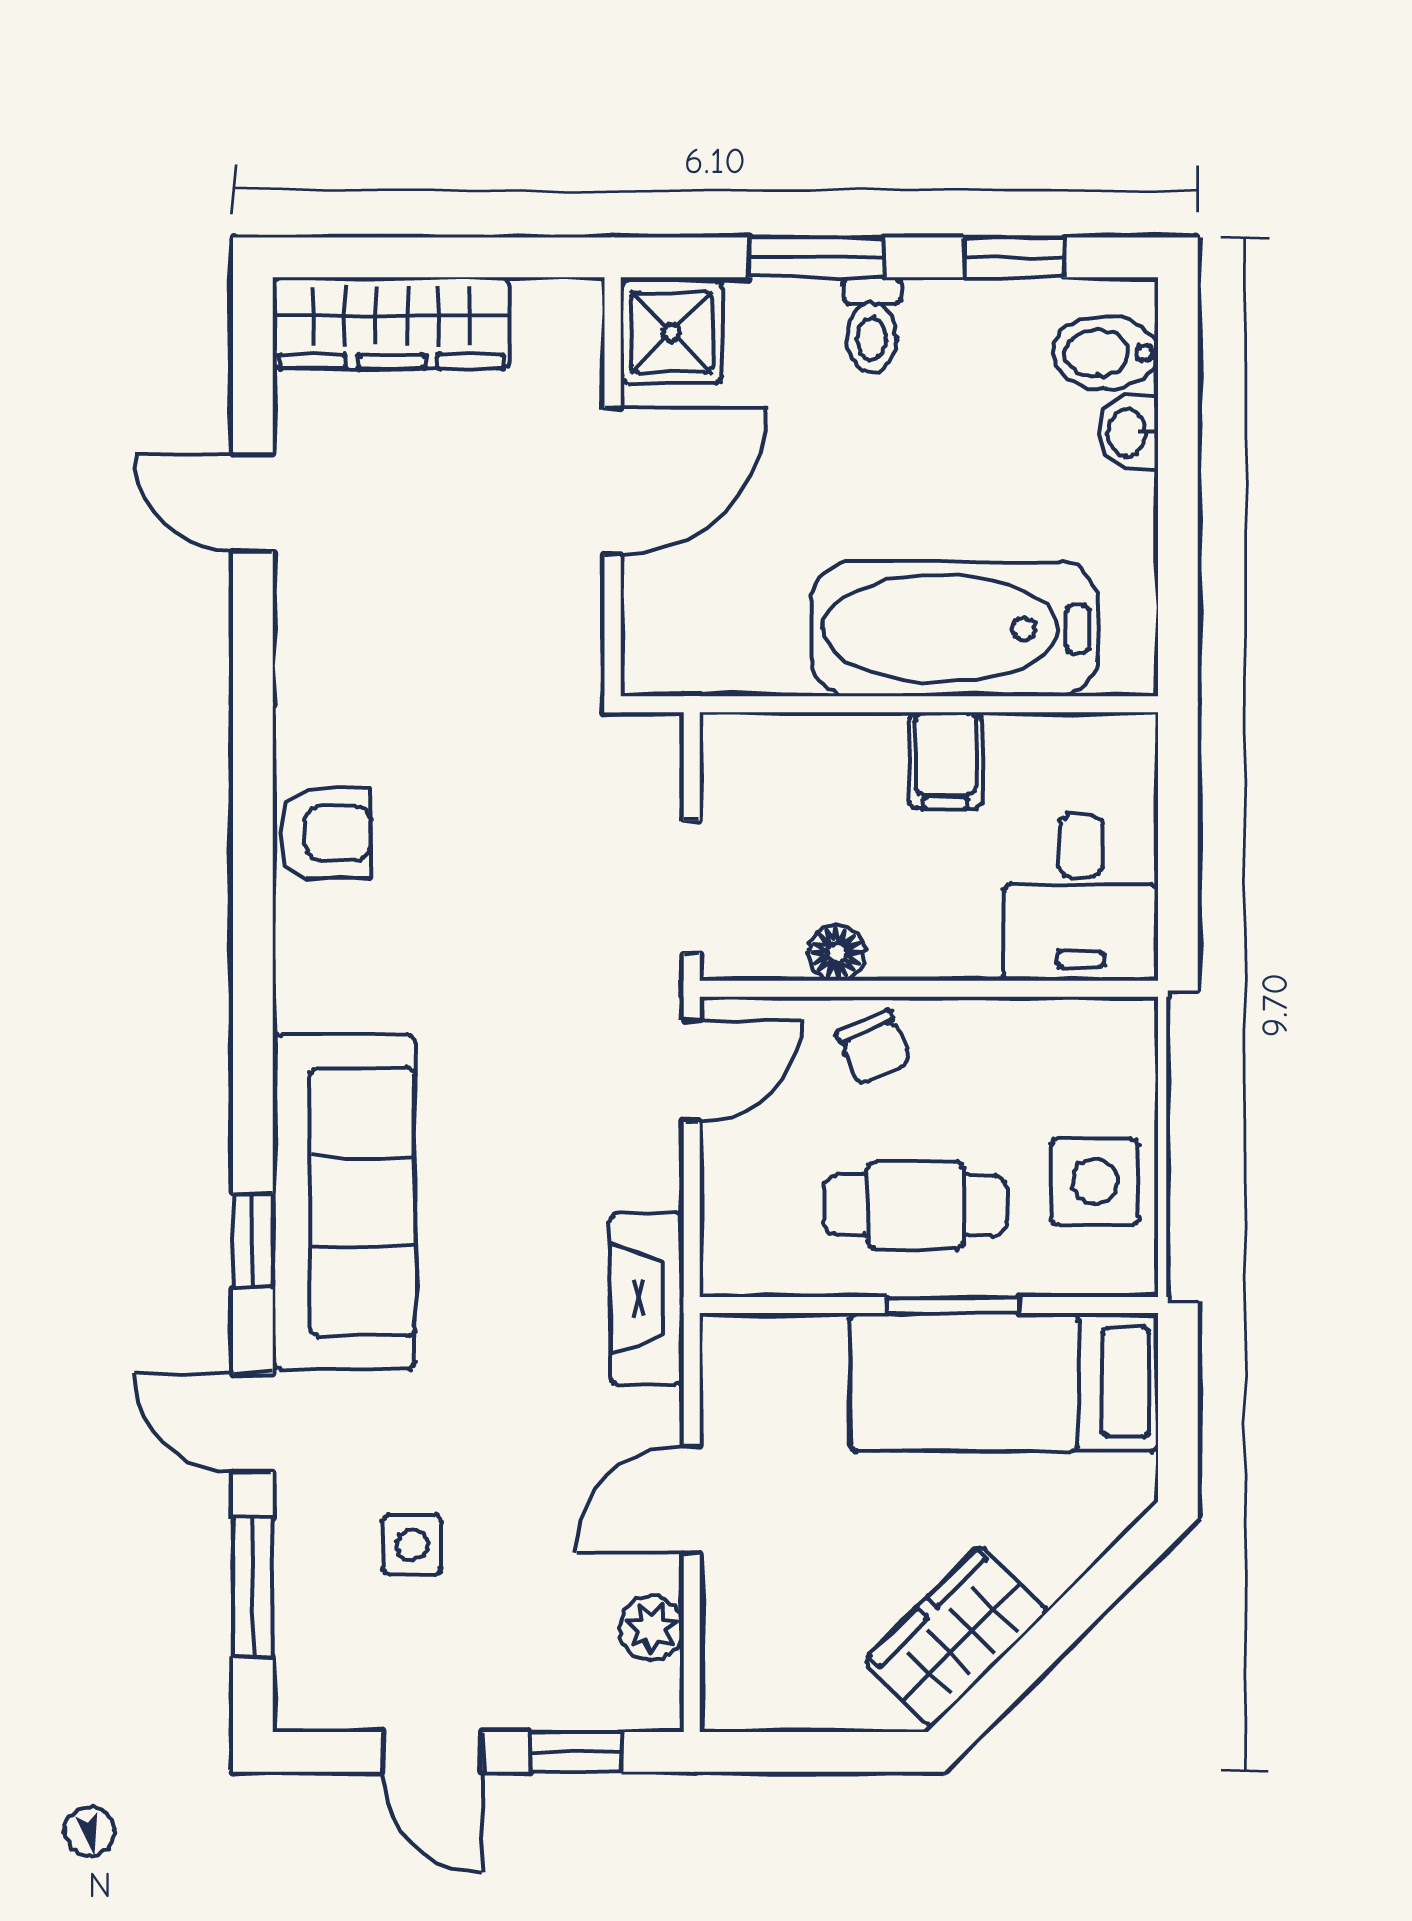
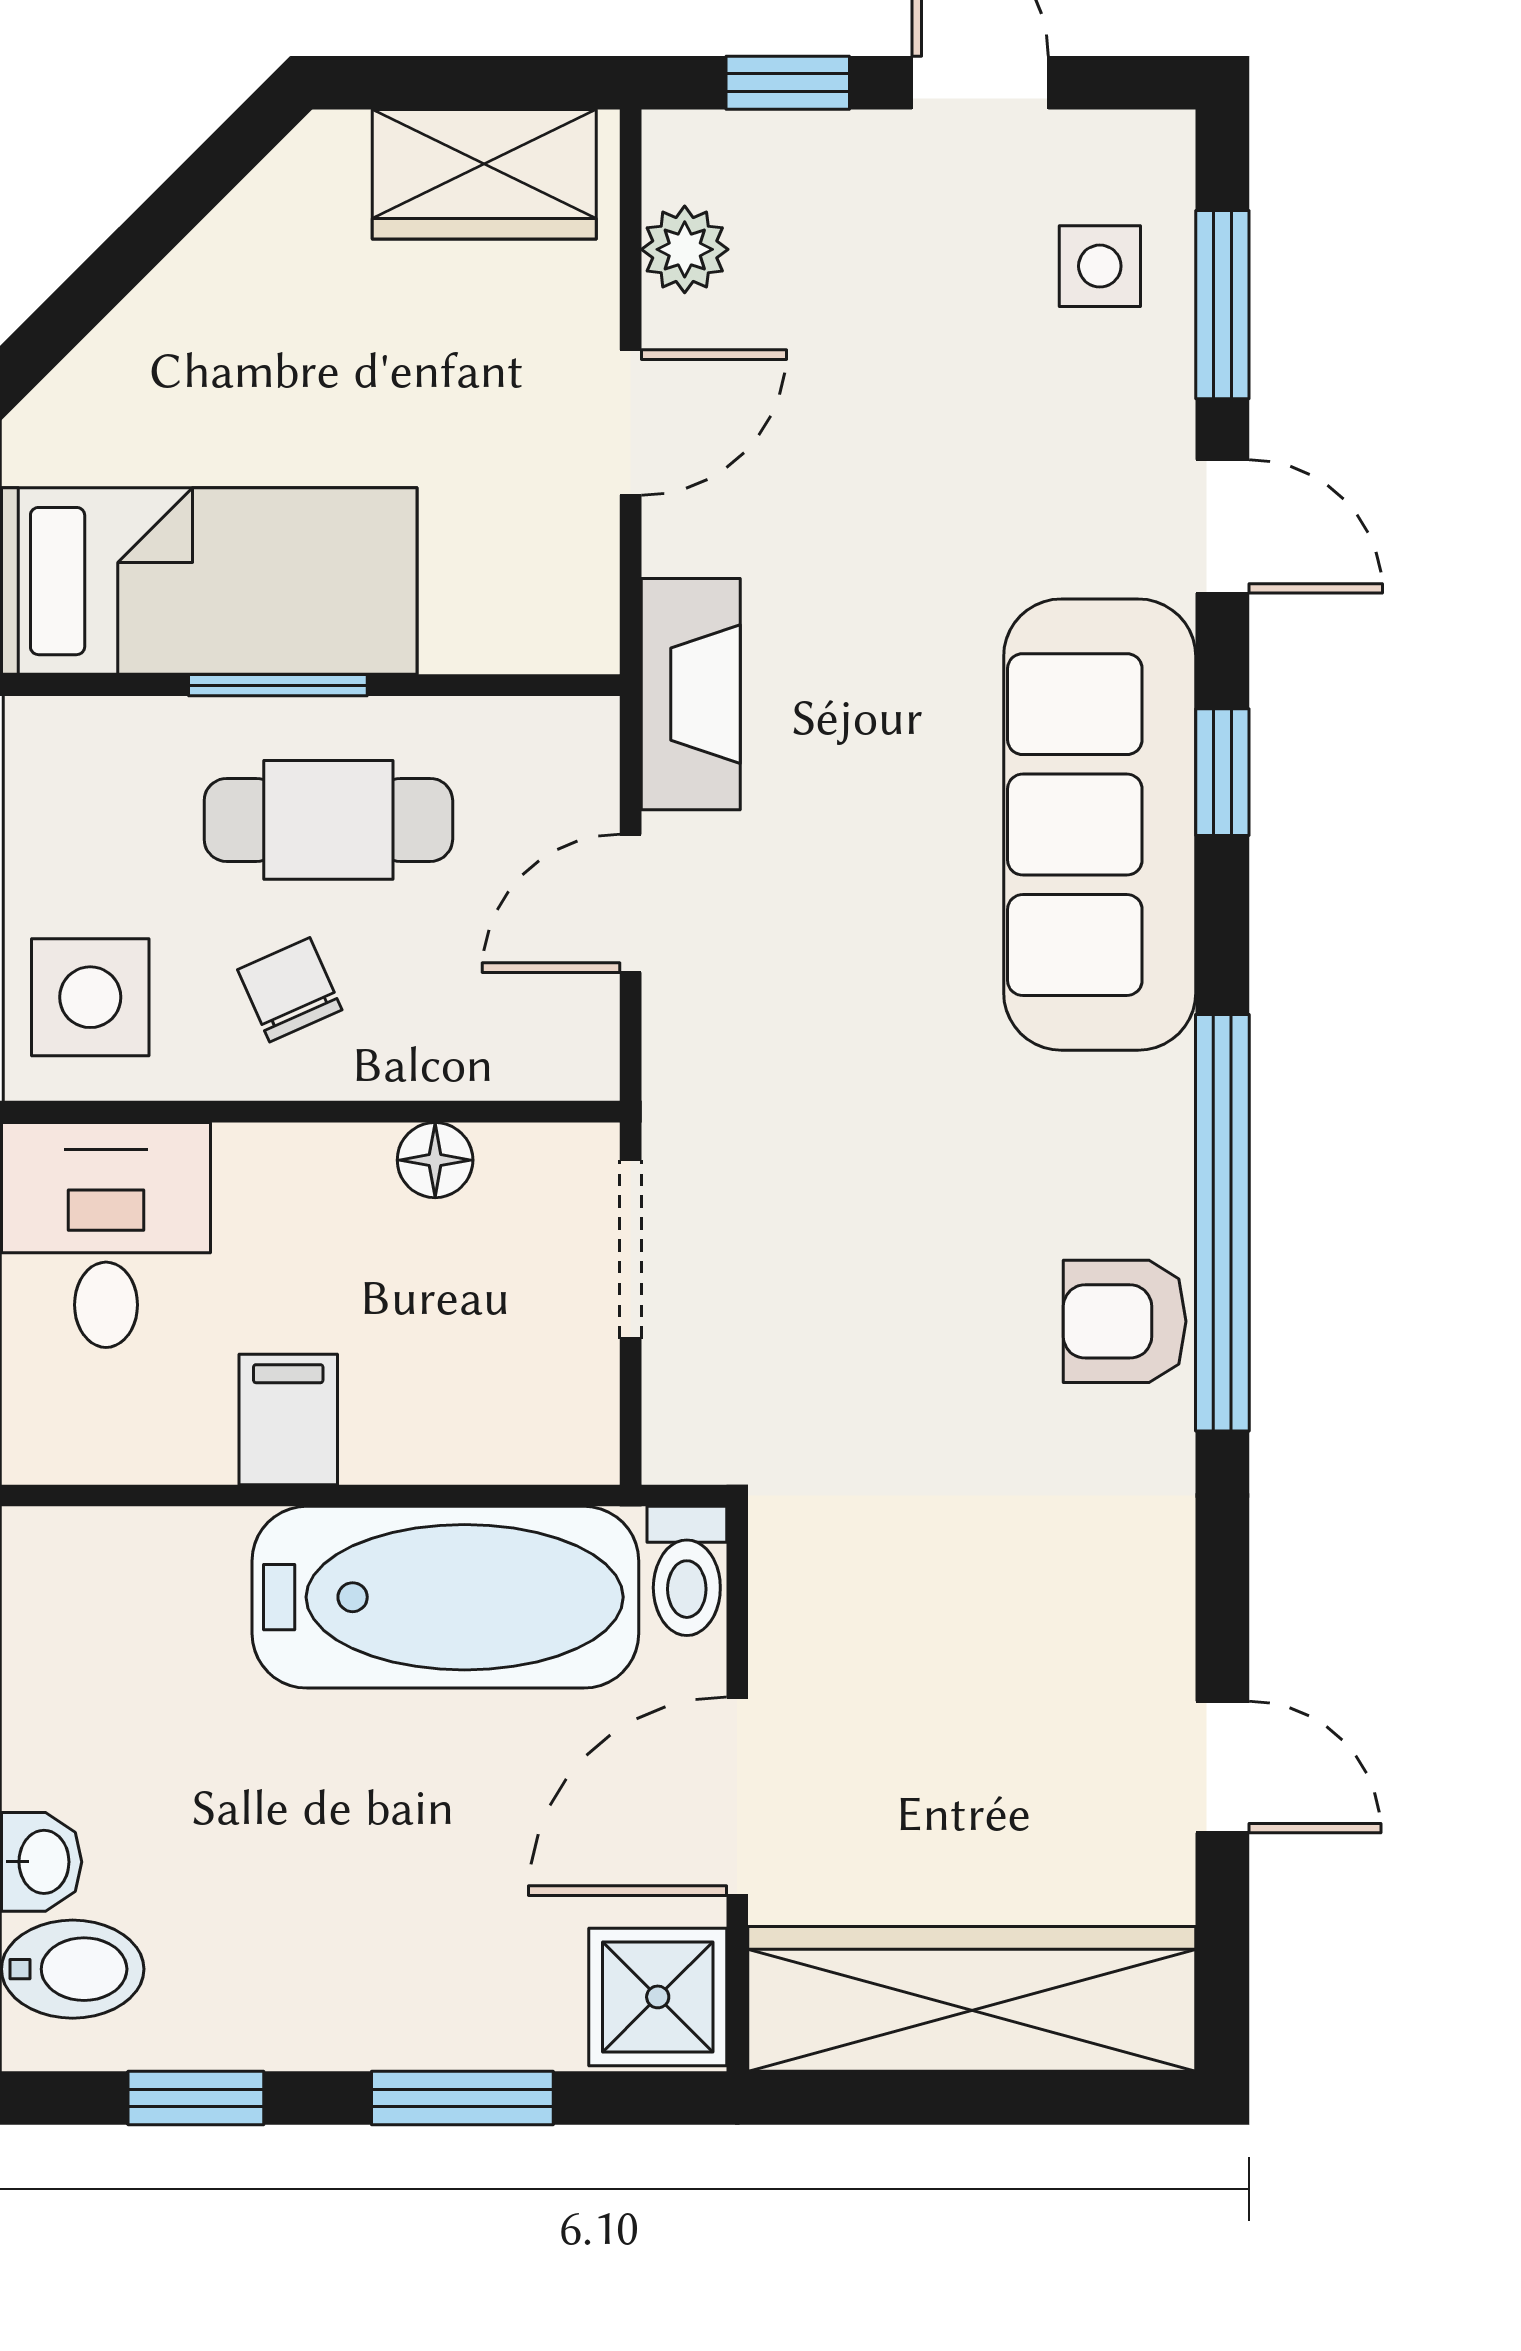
wardrobe: (391, 323) -> (972, 1999), width x1.40, depth x1.17
toilet: (872, 325) -> (687, 1571), moved, turned 180
bathtub: (955, 629) -> (445, 1597), moved
window: (253, 906) -> (1222, 1223), added
chair: (874, 1048) -> (290, 990), moved
door: (692, 1071) -> (631, 903), moved
side table: (1095, 1182) -> (90, 997), moved
side table: (412, 1545) -> (1100, 266), moved
wardrobe: (956, 1636) -> (484, 174), moved, turned 45

